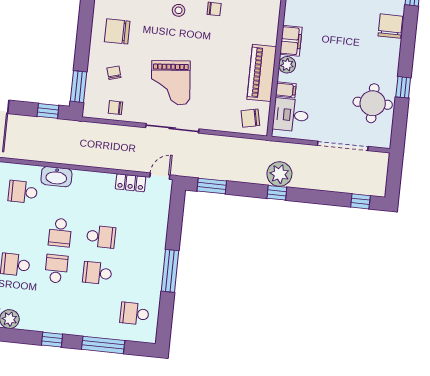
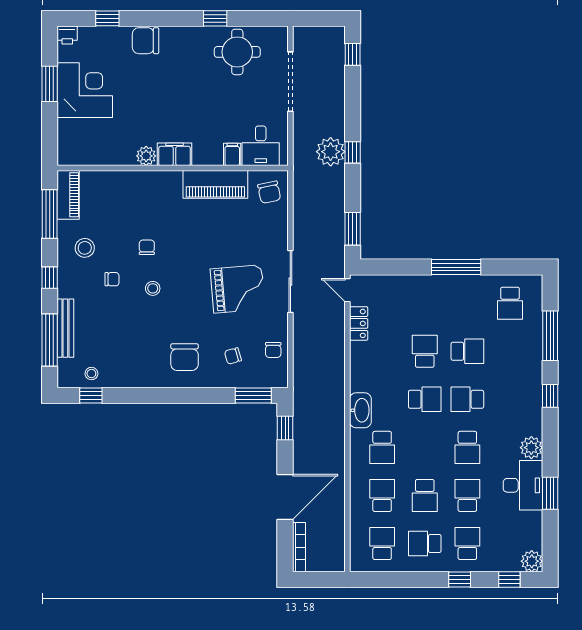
plant: (287, 65) -> (146, 156), moved
school desk: (97, 273) -> (467, 351), turned -90

